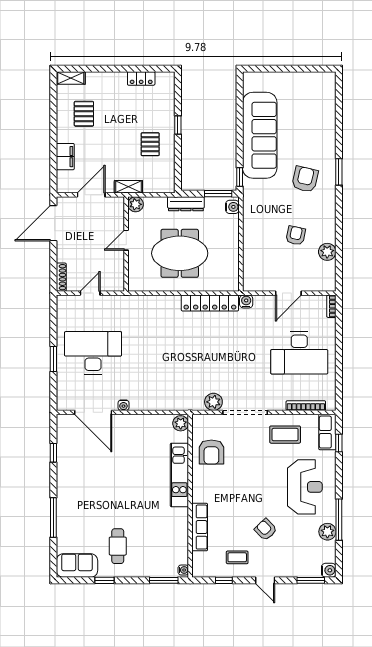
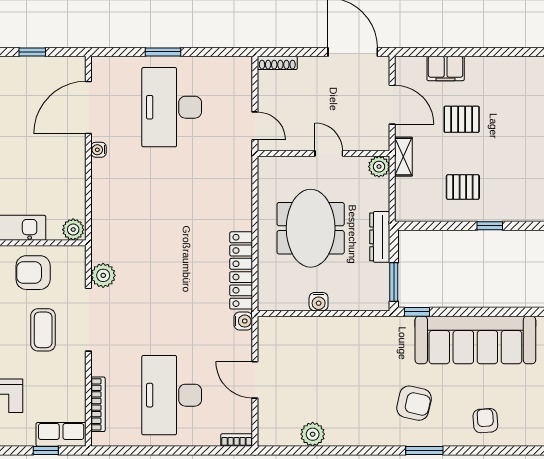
pallet: (84, 114) -> (462, 119), moved
water cooler: (232, 207) -> (319, 302), moved
armchair: (296, 235) -> (485, 421), moved, turned -106
door: (90, 293) -> (255, 126), moved
desk: (93, 353) -> (172, 107), turned 180
coffee table: (285, 435) -> (43, 330), moved

